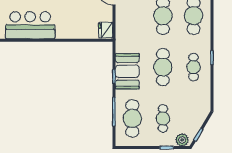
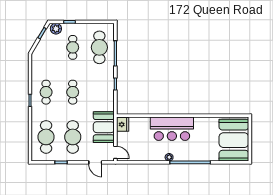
bar counter: (30, 25) -> (172, 129), moved
cafe table: (163, 67) -> (73, 92), width x0.73, depth x0.74
booth: (127, 71) -> (104, 127), moved

